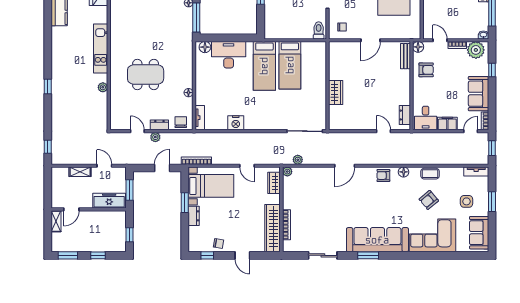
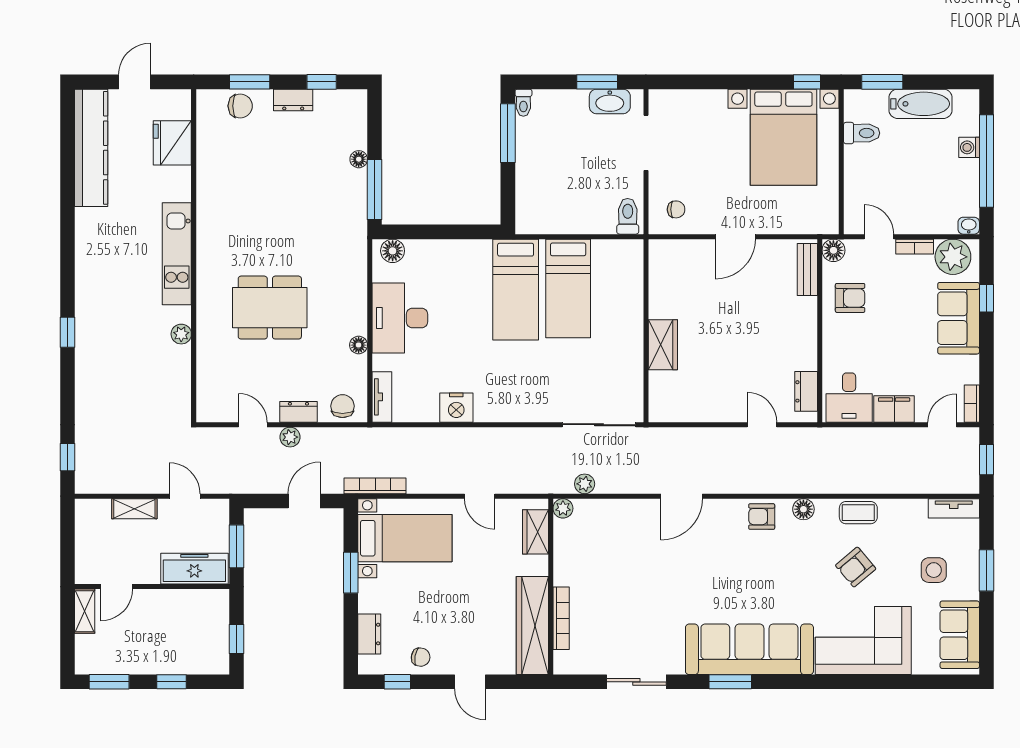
desk: (229, 55) -> (400, 318), moved, turned -90
sofa: (479, 94) -> (959, 318), moved
dresser: (194, 216) -> (369, 634), moved

